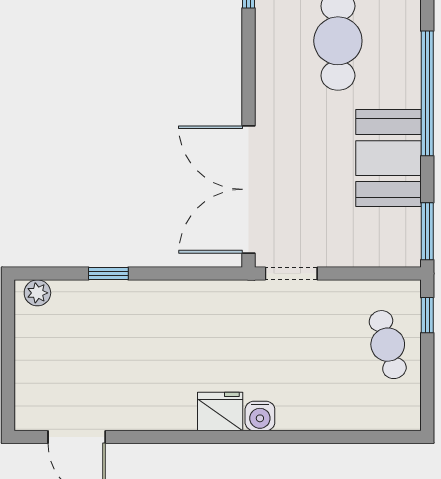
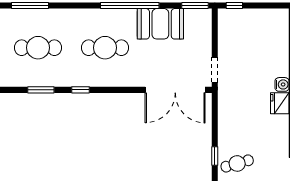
cafe table: (388, 345) -> (237, 163), moved

